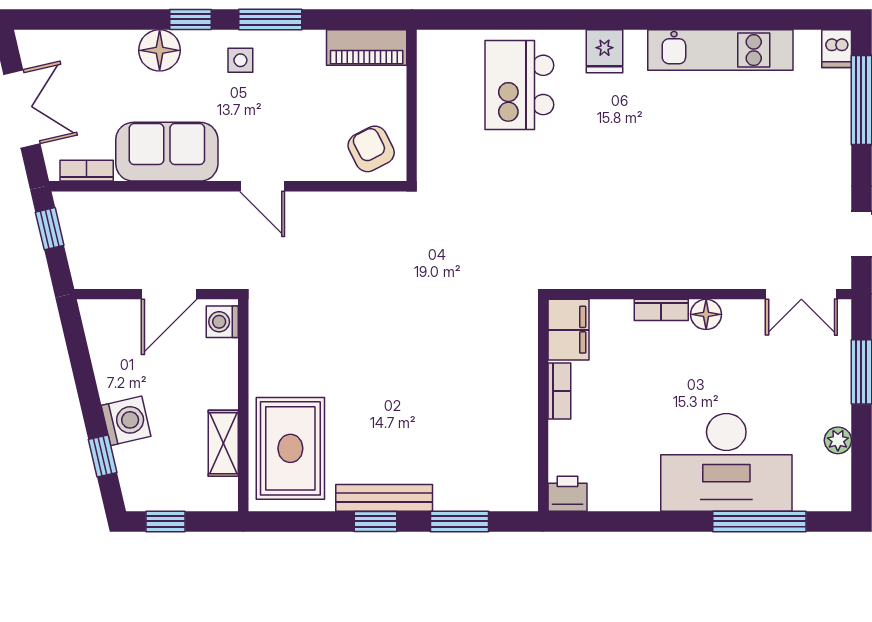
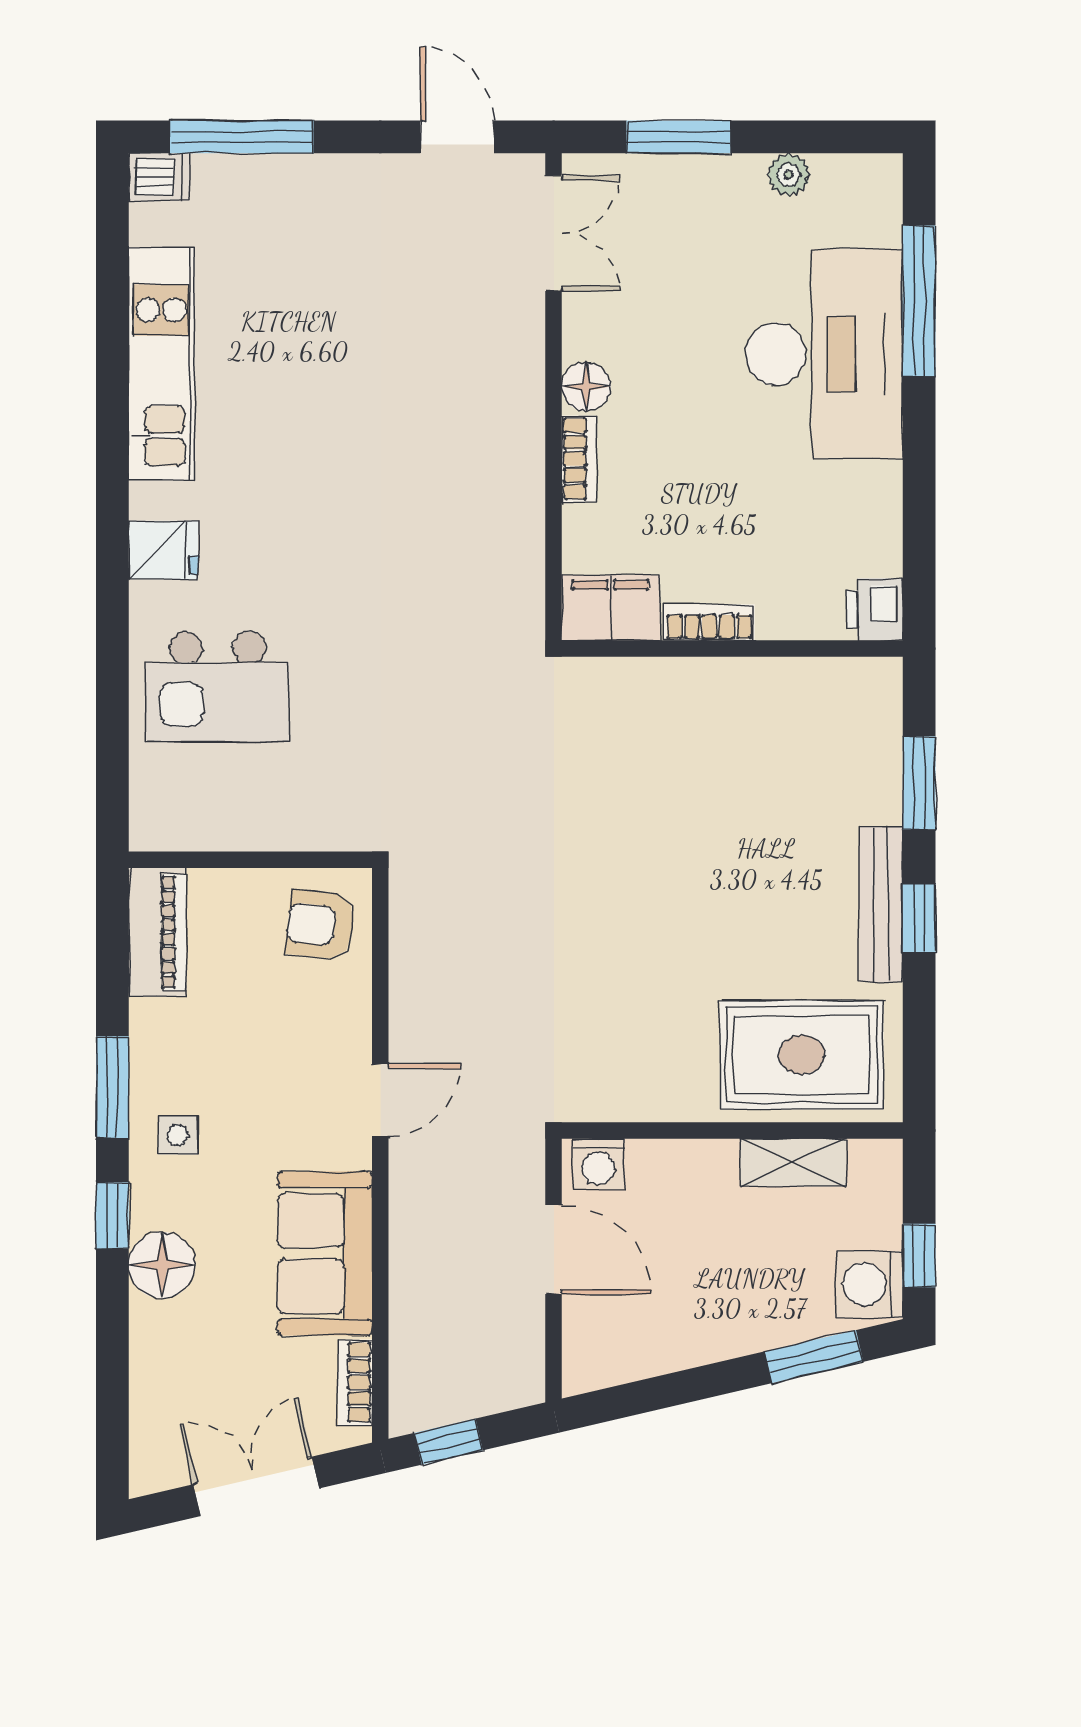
armchair: (371, 149) -> (320, 925), turned 33
washing machine: (126, 421) -> (870, 1284), moved, turned -77
window: (103, 456) -> (814, 1357), width x1.50

